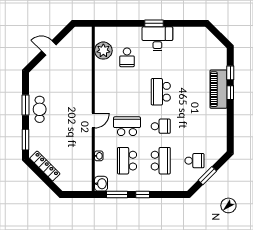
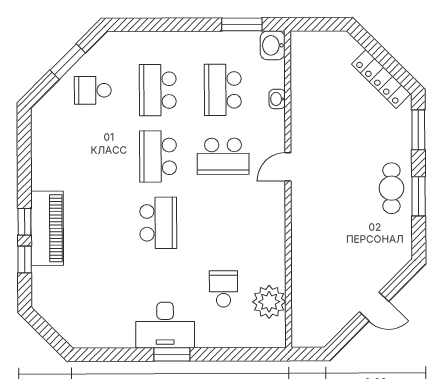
school desk: (161, 126) -> (158, 156), width x1.85
school desk: (127, 161) -> (223, 90), turned 180
window: (143, 195) -> (193, 25), removed

